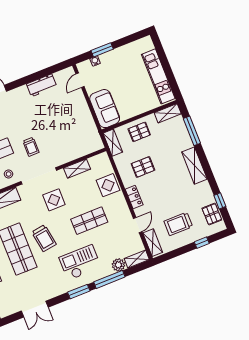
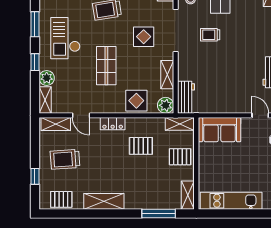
pallet: (139, 132) -> (180, 157), turned 90
workbench: (89, 146) -> (186, 97), added
plant: (102, 160) -> (166, 105), added
shelving: (194, 166) -> (104, 201), moved
pallet: (143, 167) -> (141, 146), turned 90
window: (220, 201) -> (72, 214), removed
trolley: (178, 224) -> (65, 159), turned -94
checkout: (80, 263) -> (65, 38), turned 180
window: (109, 279) -> (35, 62), width x0.46

